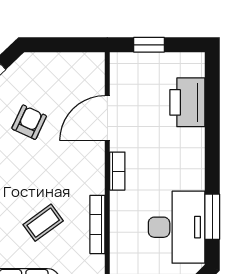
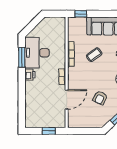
printer: (187, 102) -> (30, 75), moved, width x0.53, depth x0.68

